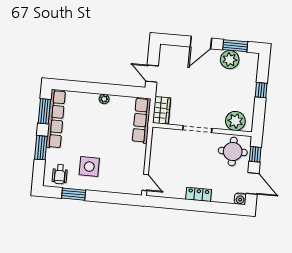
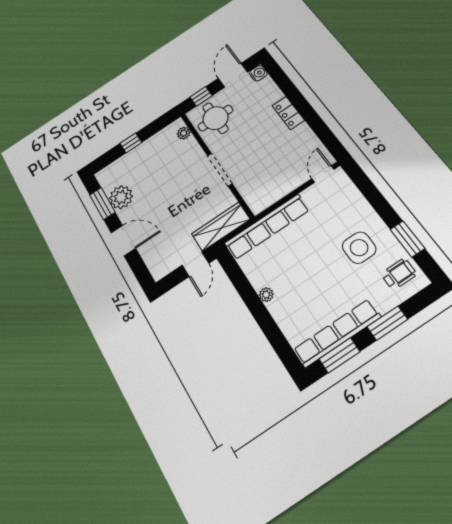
wardrobe: (162, 110) -> (221, 227), width x1.50
row of seats: (142, 120) -> (267, 227), width x1.36
plant: (235, 121) -> (184, 133), width x0.53, depth x0.53

